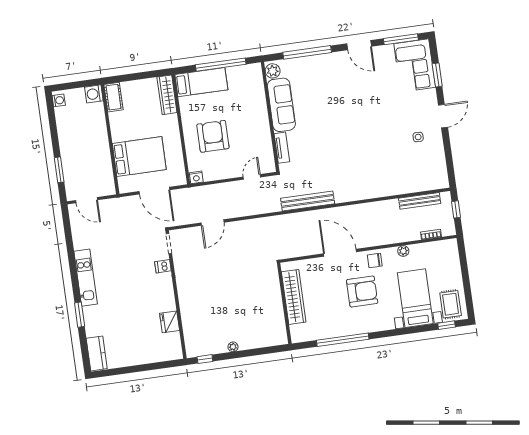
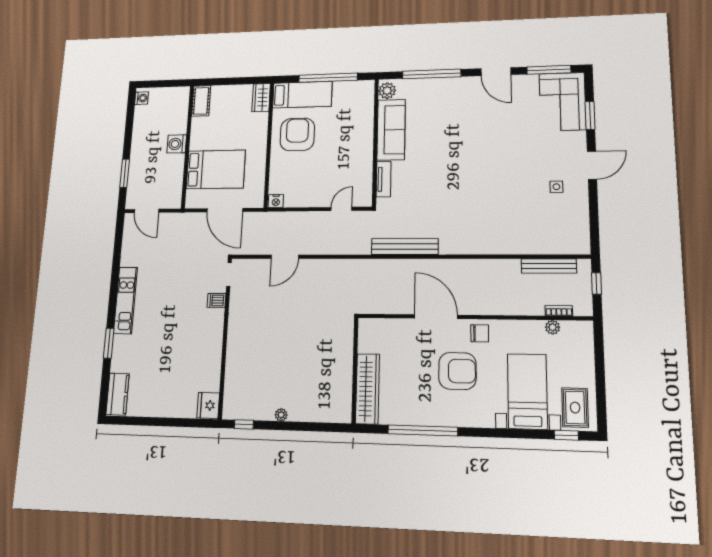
washing machine: (94, 94) -> (177, 144), moved
wardrobe: (167, 95) -> (261, 98), width x0.67
armchair: (213, 136) -> (297, 134), moved
plant: (403, 251) -> (553, 327), moved
chair: (375, 260) -> (480, 333), turned 180
wardrobe: (294, 297) -> (368, 389), moved
fridge: (170, 322) -> (208, 405), moved

